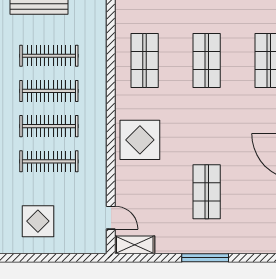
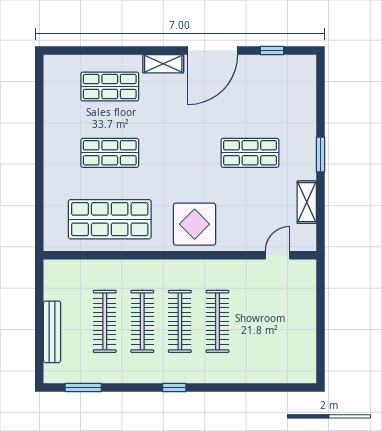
shop shelf: (145, 60) -> (110, 219), width x1.43, depth x1.36
display table: (38, 221) -> (281, 333), removed
shelving: (135, 245) -> (307, 202), moved
window: (205, 258) -> (320, 155), width x0.69

